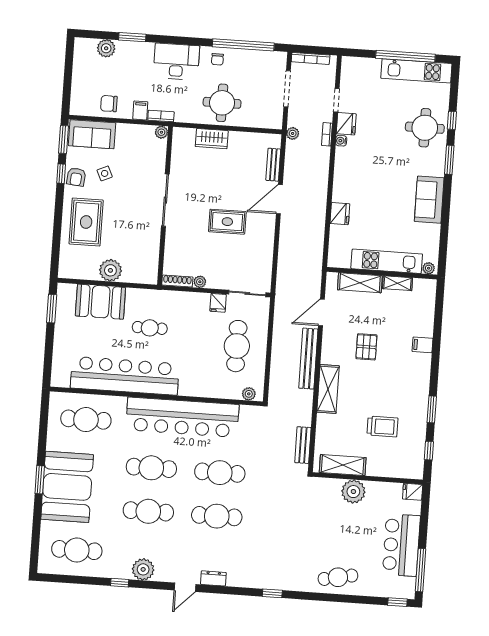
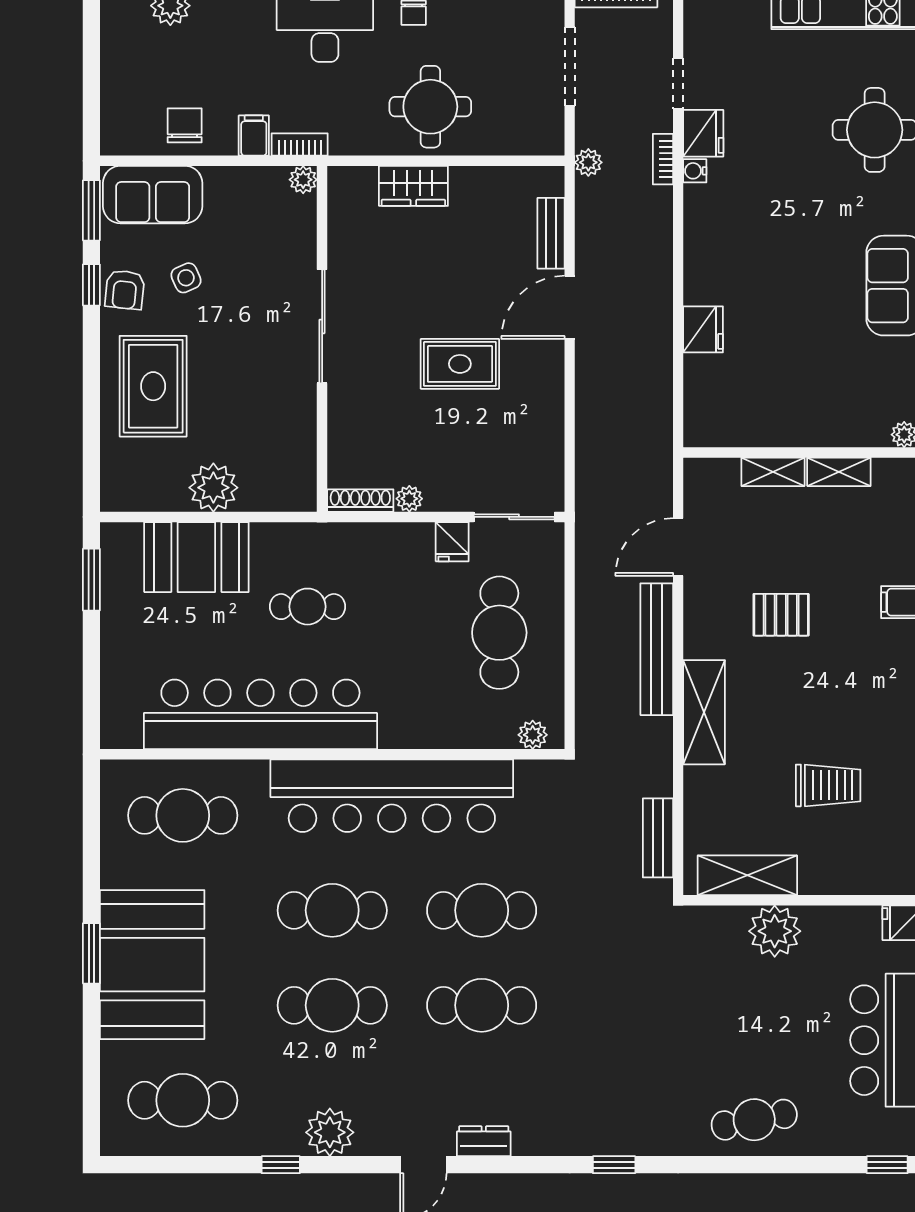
chair: (109, 104) -> (185, 125), turned 90
kitchen unit: (387, 261) -> (812, 426), removed
shelving: (360, 283) -> (773, 472), width x0.67, depth x0.75
pallet: (366, 347) -> (781, 615), turned 90

